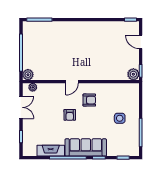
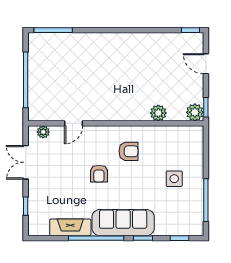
plant: (28, 75) -> (158, 113), moved
door: (72, 82) -> (74, 123), moved
double door: (21, 107) -> (26, 162), swing flipped

